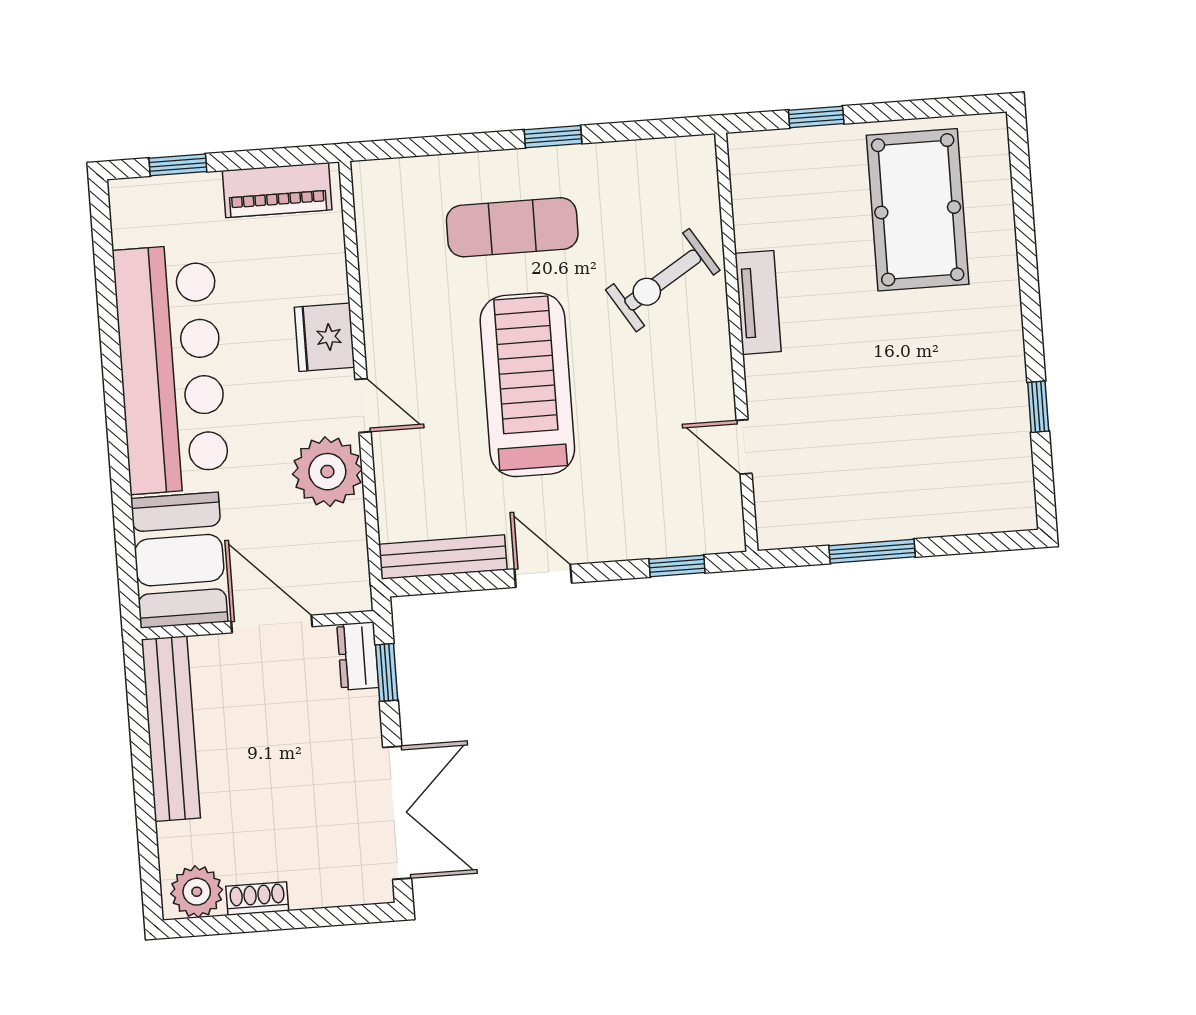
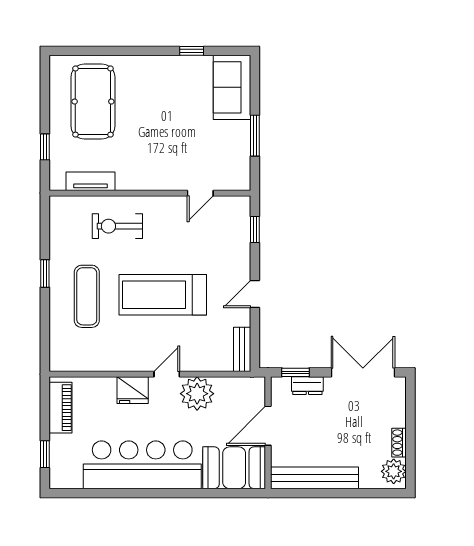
pool table: (918, 210) -> (93, 102), turned 90
exercise bike: (663, 280) -> (117, 226), turned 122
tv unit: (758, 302) -> (90, 181), moved
sofa: (969, 496) -> (232, 87), added
bench: (443, 557) -> (242, 349), width x0.73
dresser: (358, 656) -> (307, 386), moved

